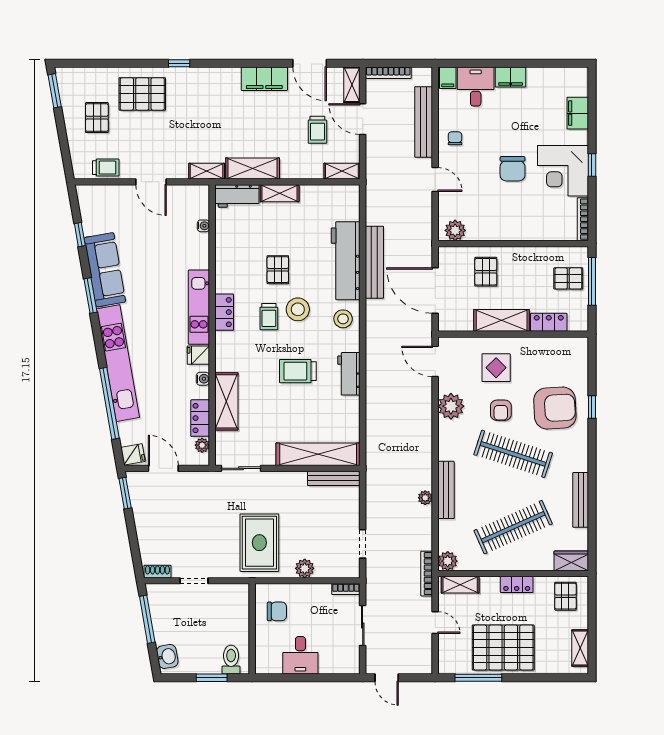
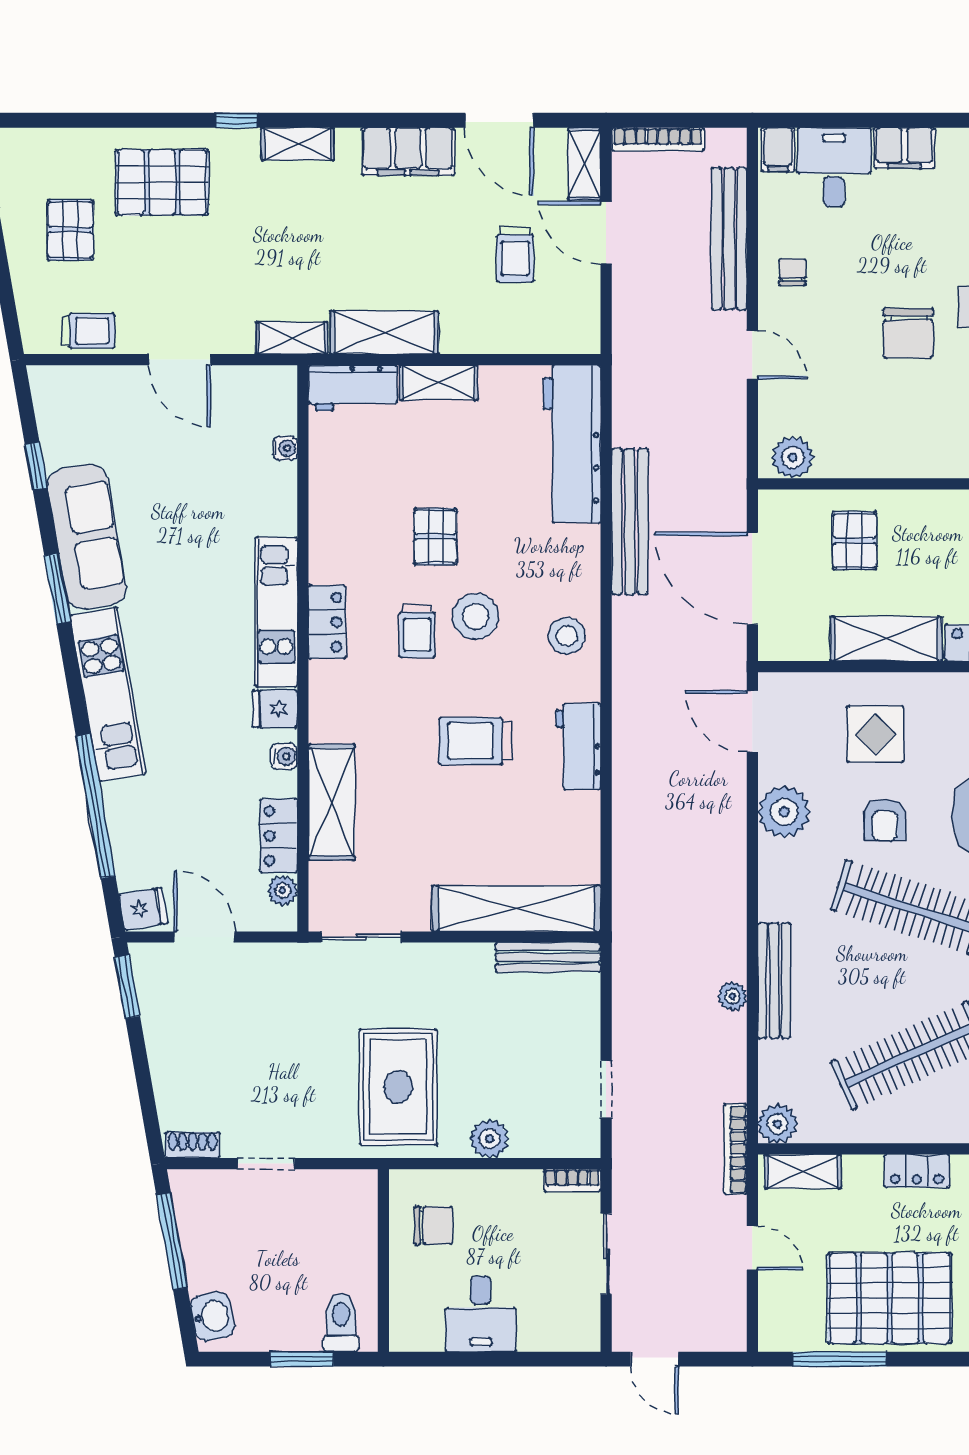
shelving: (342, 171) -> (298, 144), moved
workbench: (346, 261) -> (572, 444), moved
kitchen unit: (118, 363) -> (108, 695), width x0.73

